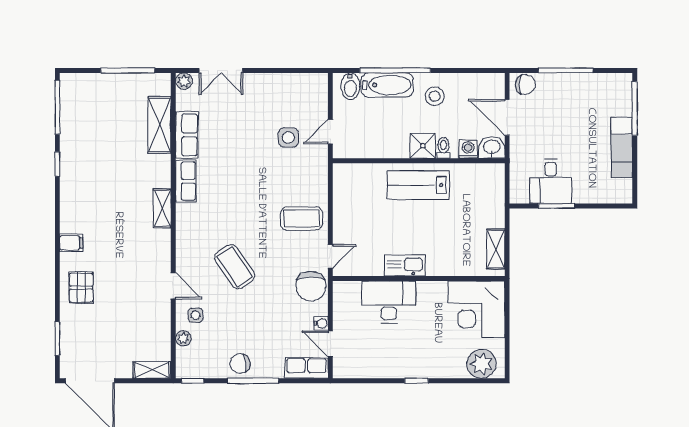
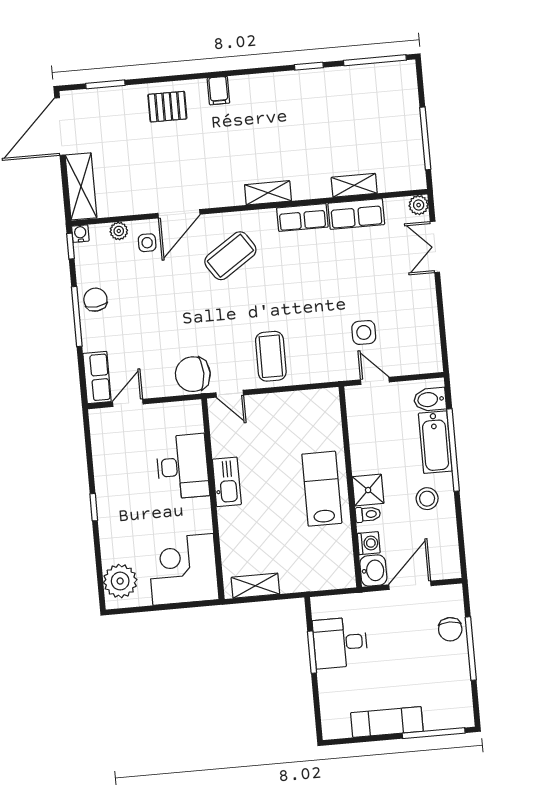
chair: (525, 84) -> (450, 629), moved
shelving: (159, 125) -> (354, 185), width x0.67, depth x0.75
coffee table: (235, 267) -> (230, 256), moved
door: (173, 286) -> (179, 214), width x1.38
water cooler: (321, 323) -> (80, 234), moved, turned 180
shelving: (152, 370) -> (81, 186), width x1.50, depth x1.33

